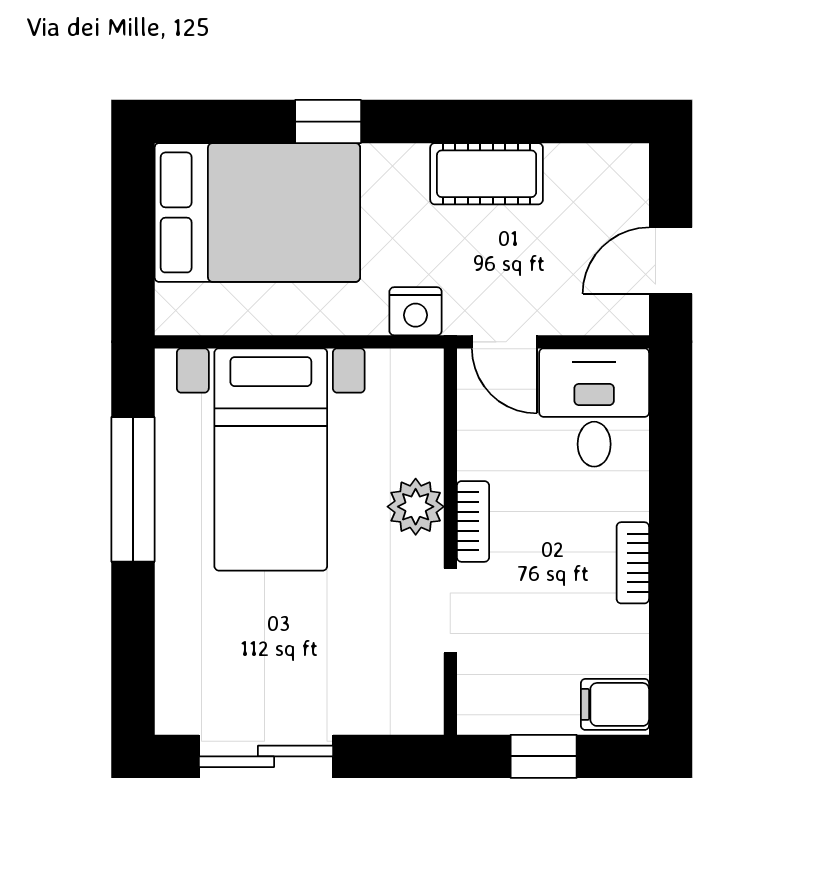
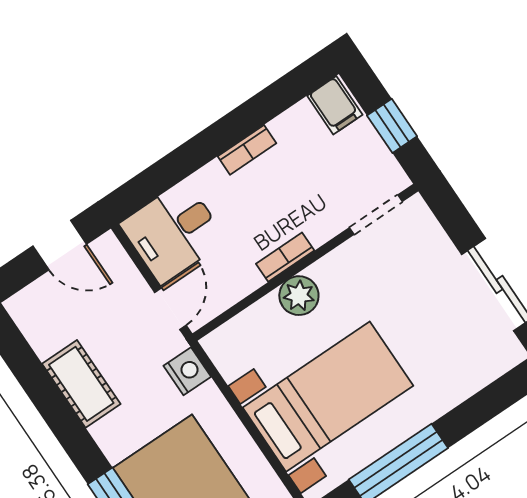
doorway: (450, 611) -> (376, 215), moved

